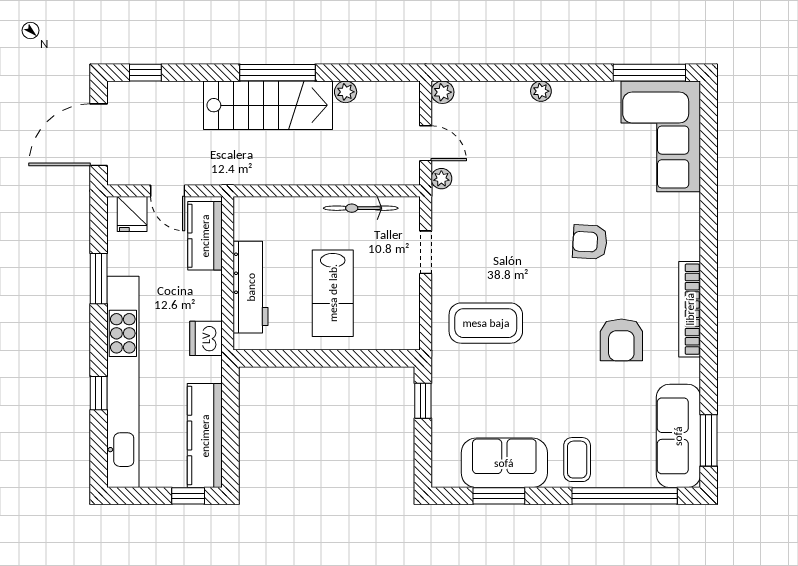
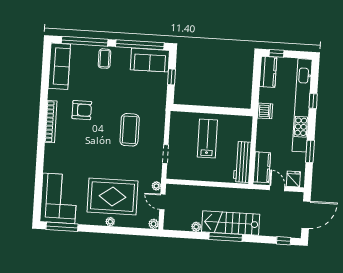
rug: (539, 148) -> (113, 197), added
bicycle: (361, 208) -> (193, 175), removed
armchair: (590, 242) -> (93, 154), removed
workbench: (251, 287) -> (242, 162), moved
coffee table: (486, 323) -> (130, 130), moved, turned 90
dishwasher: (206, 338) -> (265, 111), moved
armchair: (621, 340) -> (82, 110), turned 90
window: (423, 401) -> (171, 77), moved
kitchen counter: (205, 436) -> (268, 72), width x0.67
window: (709, 440) -> (46, 63), removed
sofa: (504, 463) -> (150, 60), moved
window: (499, 496) -> (140, 45), width x2.11

